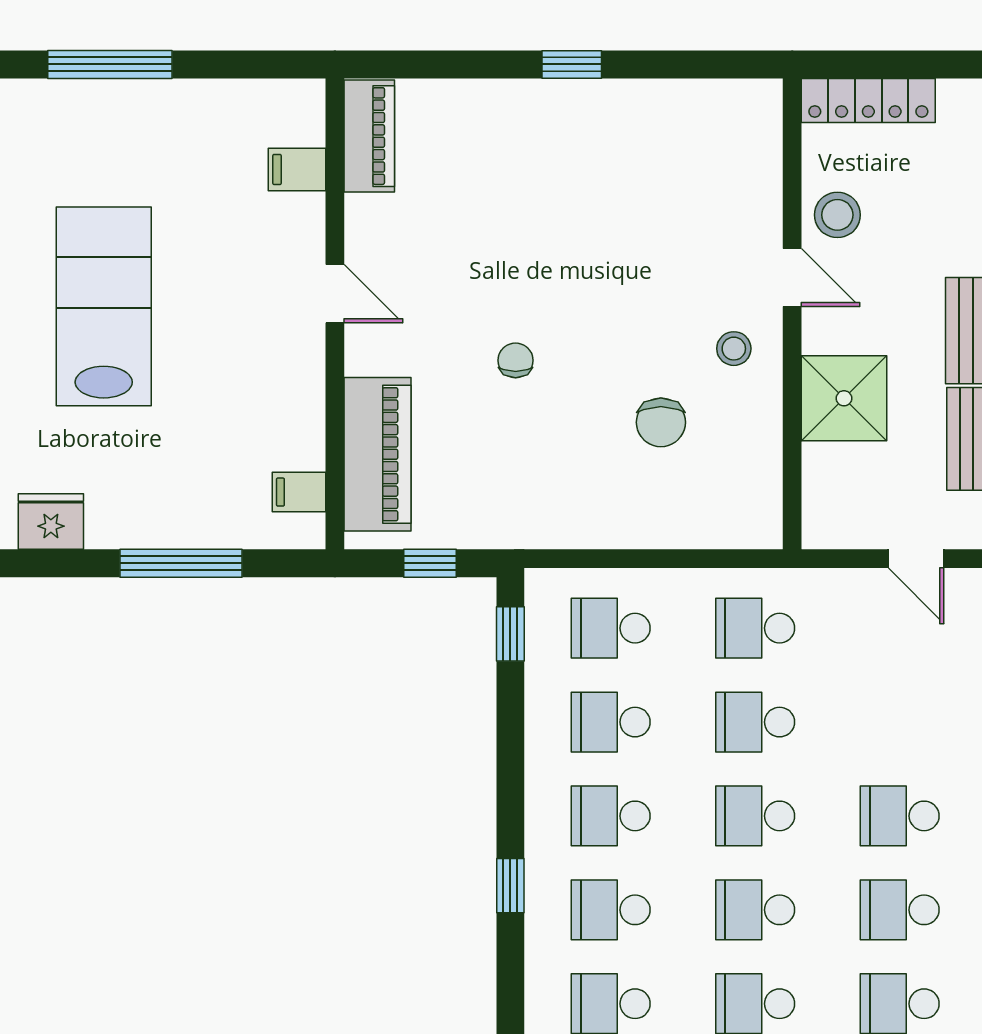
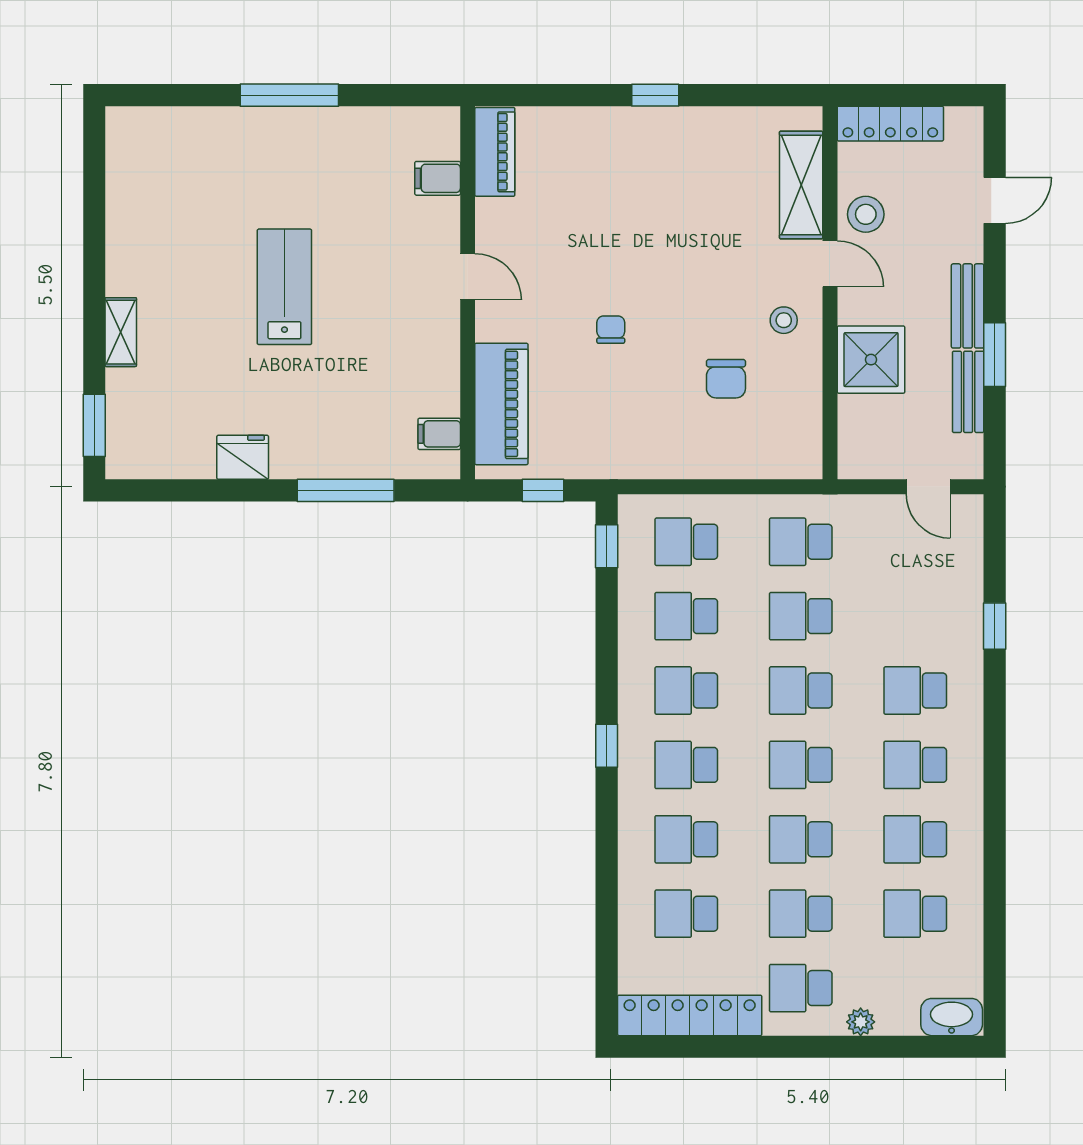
shelving: (756, 178) -> (801, 185), added
lab bench: (104, 306) -> (284, 287), width x0.73, depth x0.72

